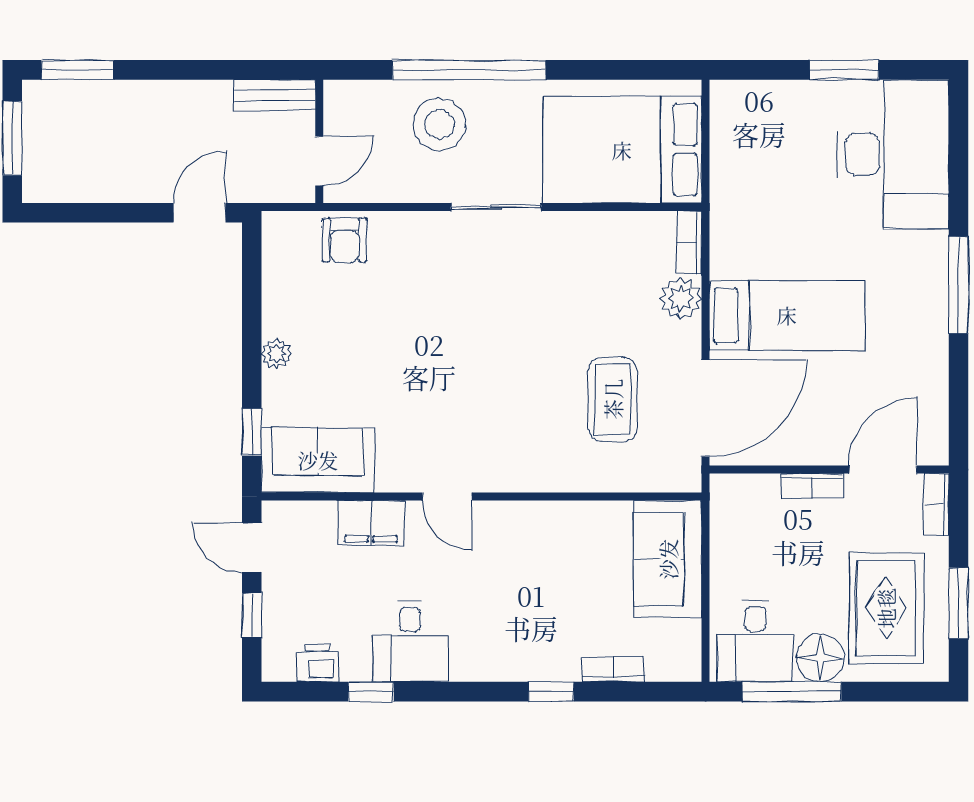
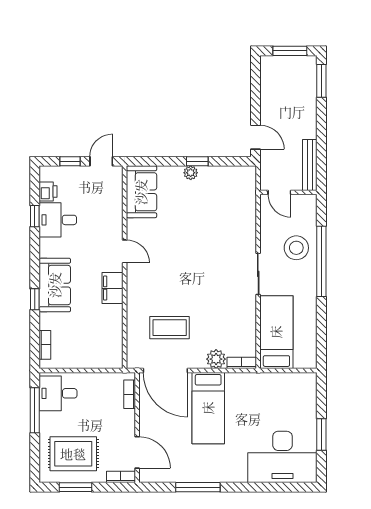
bench: (275, 95) -> (310, 165), width x1.36
bed: (622, 150) -> (276, 332), width x0.67
armchair: (344, 240) -> (243, 204), removed
window: (959, 285) -> (198, 487), moved
window: (252, 432) -> (197, 161), moved
bookcase: (812, 486) -> (130, 394), moved
door: (447, 497) -> (125, 251), swing flipped
filing cabinet: (371, 523) -> (112, 288), moved
sofa: (668, 559) -> (55, 285), moved, turned 90
desk: (410, 642) -> (58, 220), moved
floor lamp: (820, 658) -> (50, 423), removed
bookcase: (613, 669) -> (45, 345), moved

